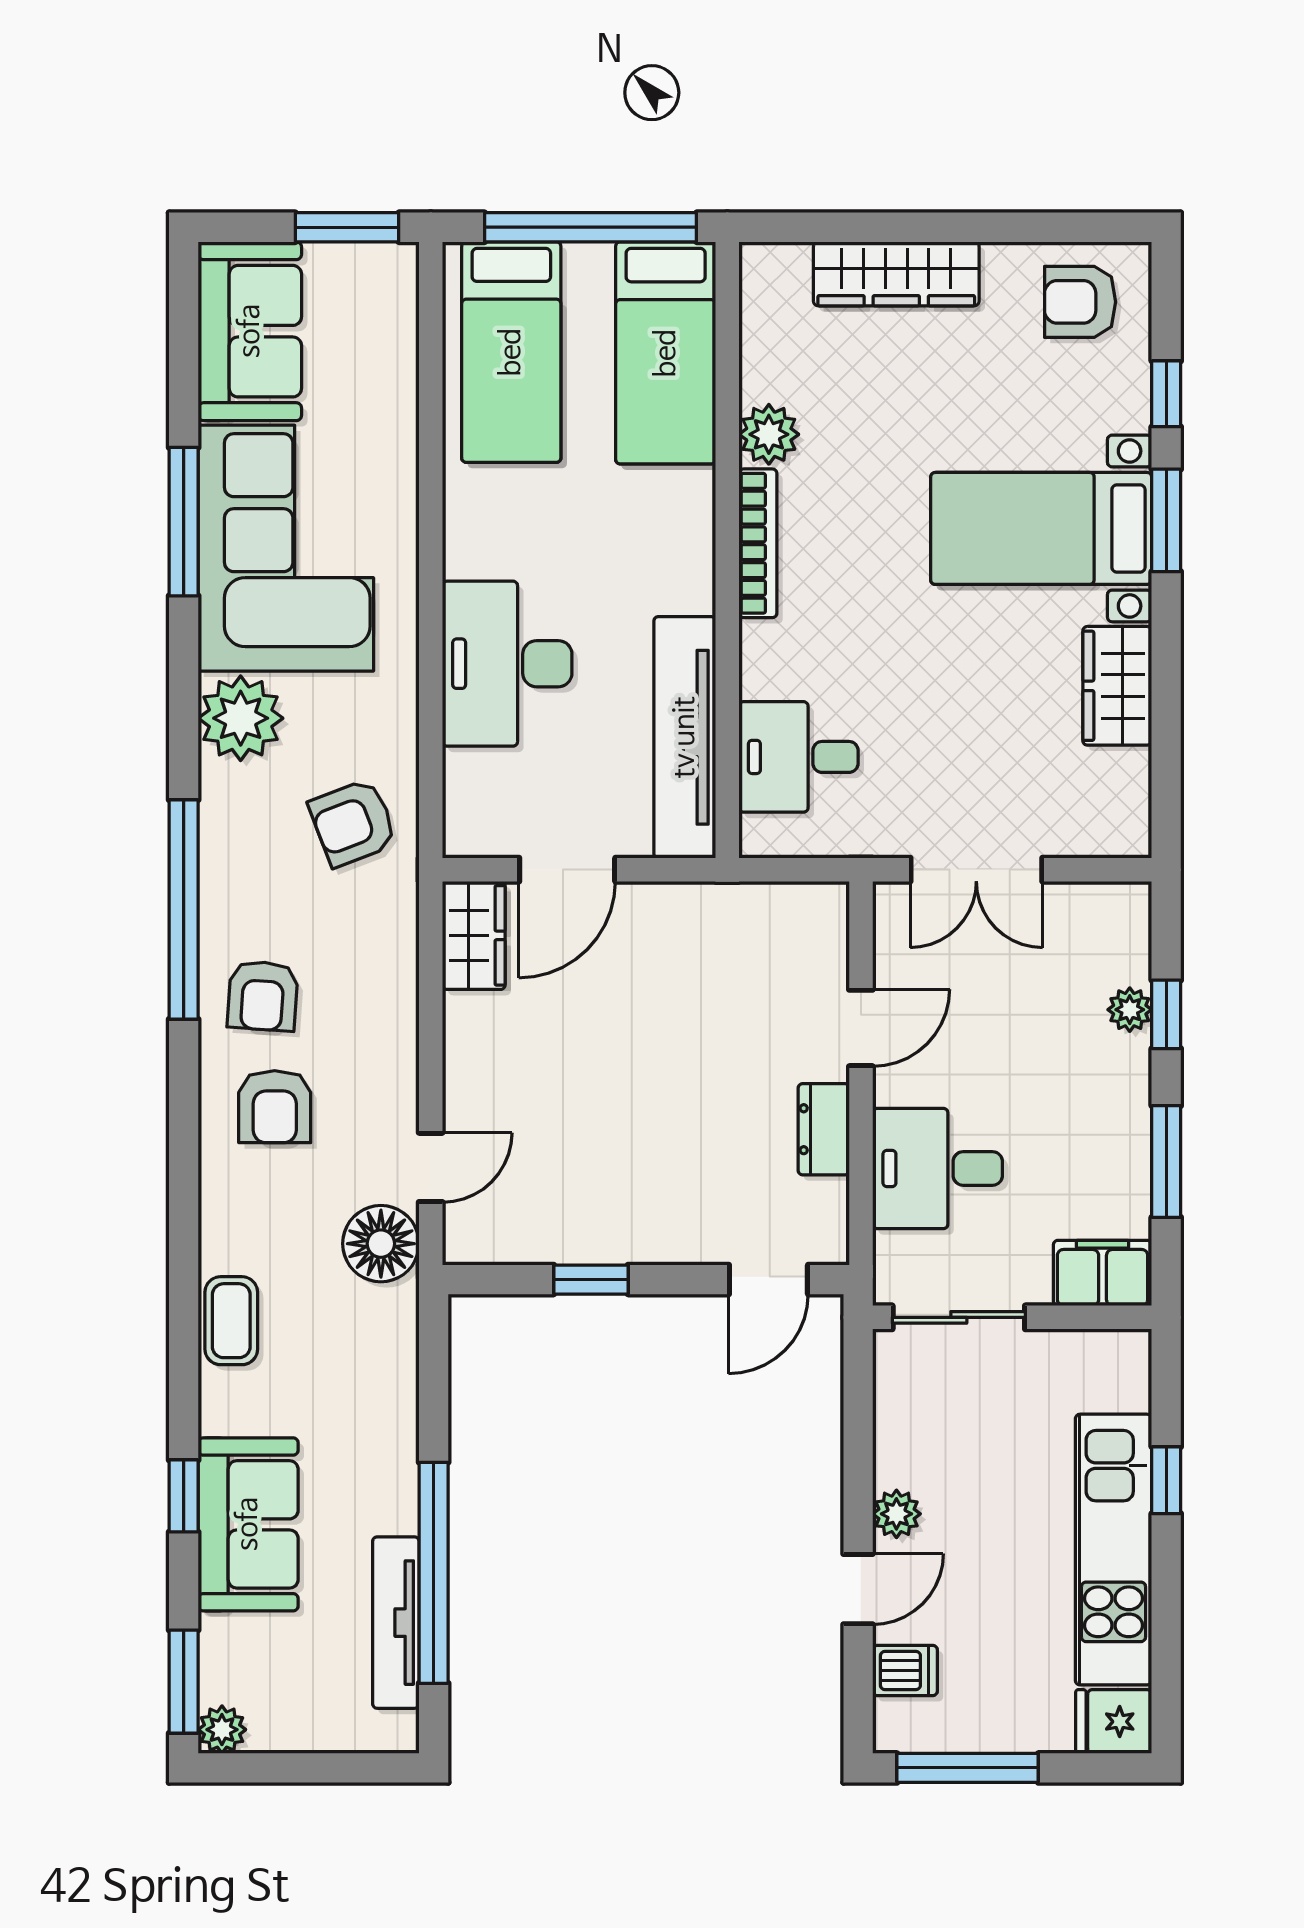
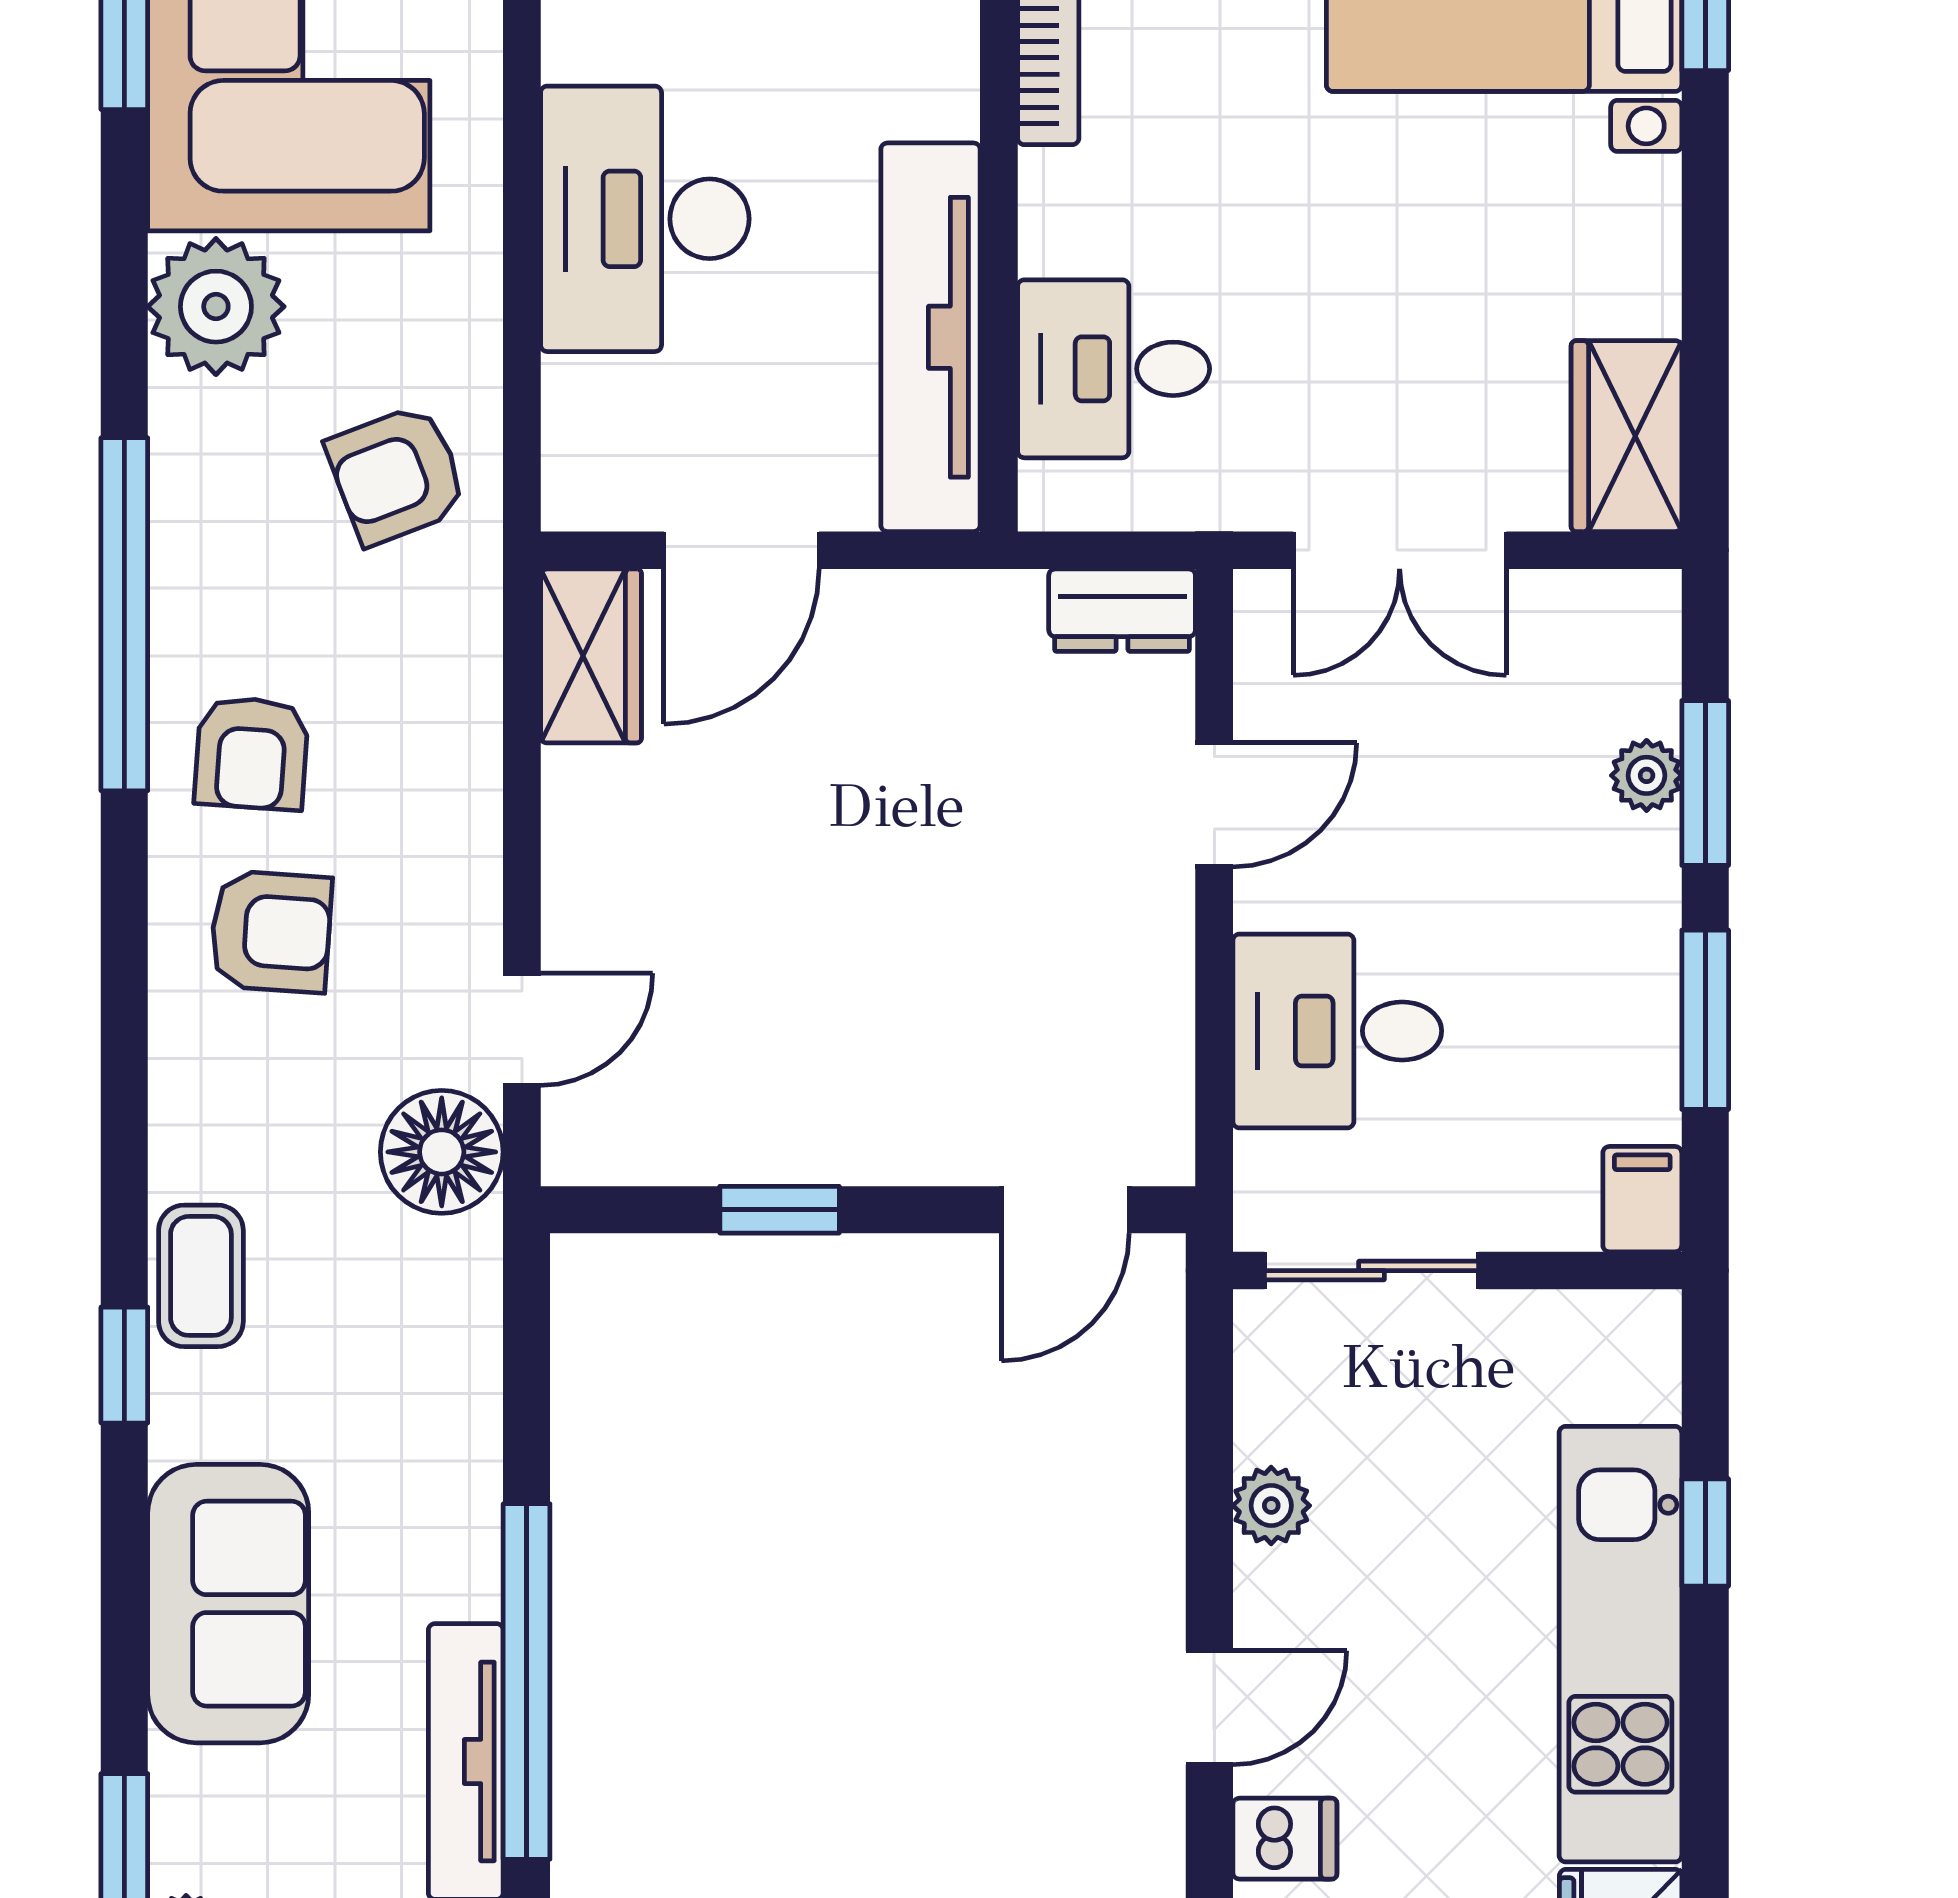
wardrobe: (1117, 686) -> (1626, 436), moved
window: (1166, 1014) -> (1705, 783), width x1.50
armchair: (275, 1107) -> (271, 932), turned -86
dresser: (824, 1129) -> (1122, 610), moved, turned -90
filing cabinet: (1103, 1273) -> (1642, 1199), width x0.50
window: (184, 1496) -> (124, 1365), moved
plant: (896, 1514) -> (1271, 1506), moved

